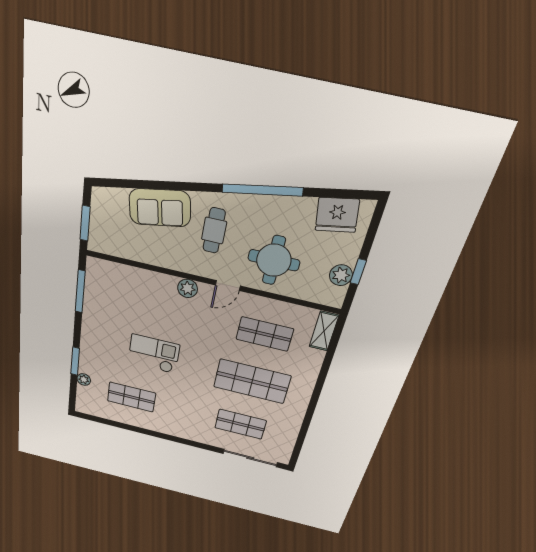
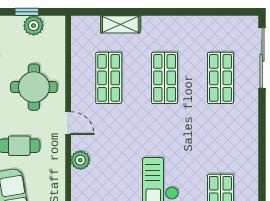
shelving: (324, 331) -> (120, 24), moved
shop shelf: (252, 381) -> (165, 78), width x0.70, depth x0.74

